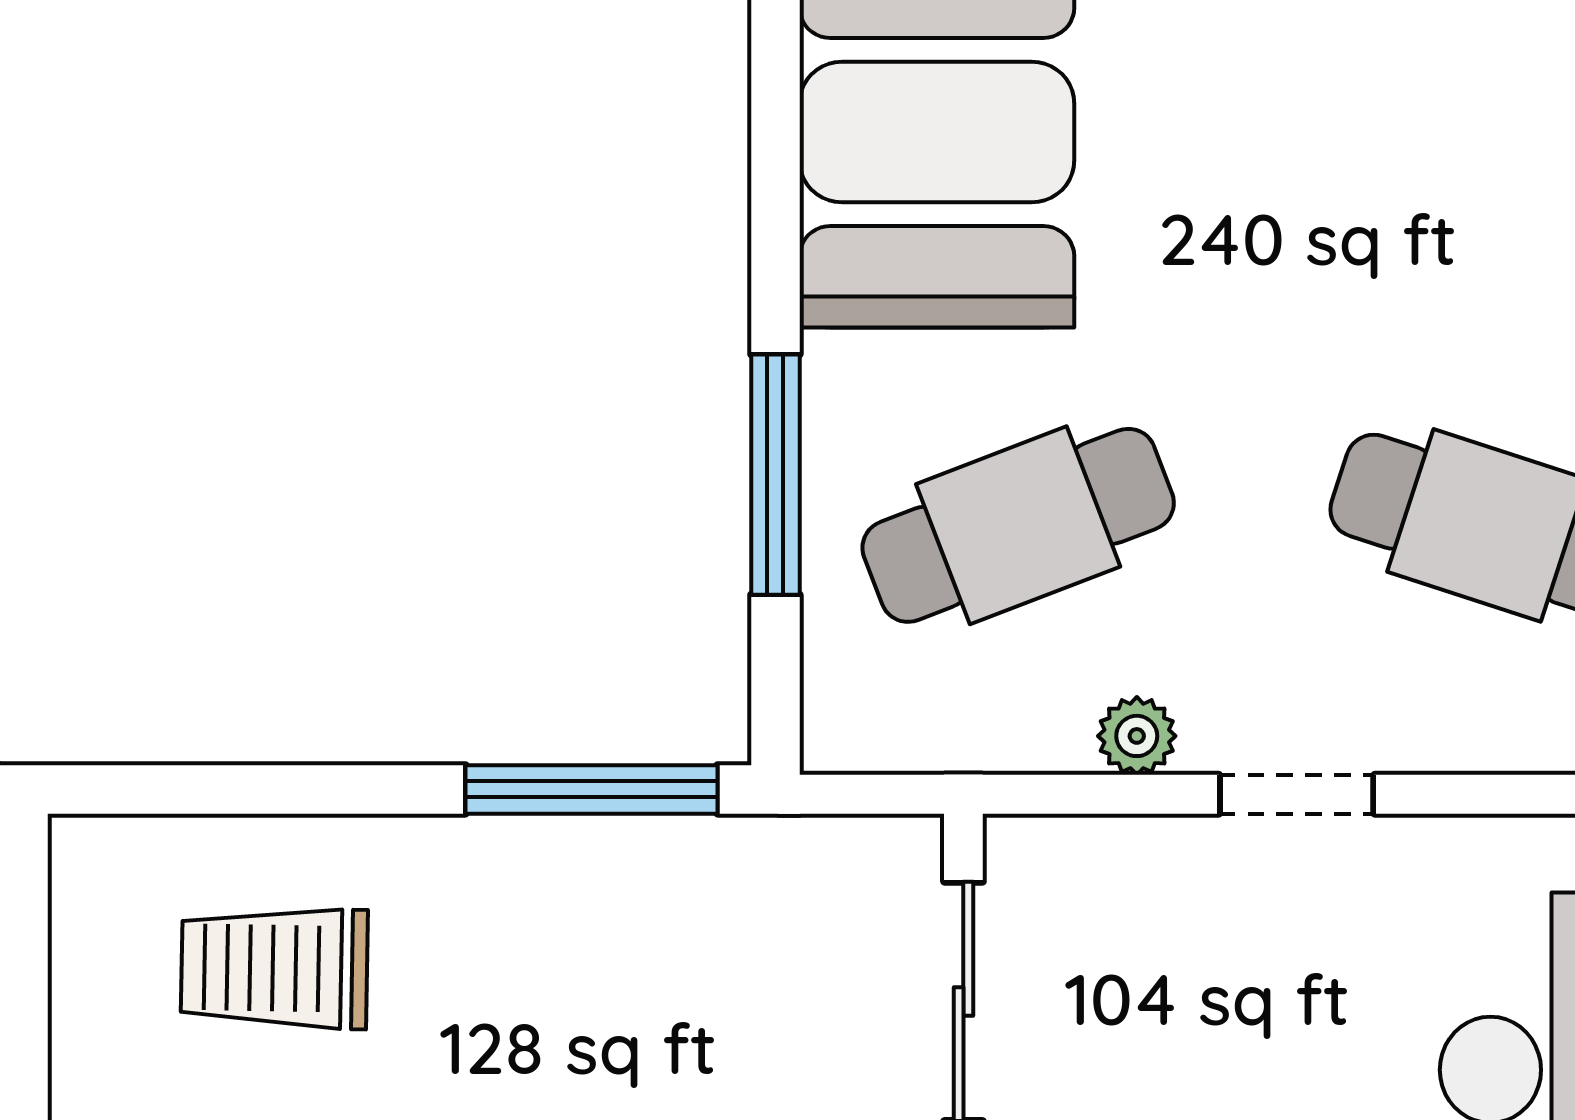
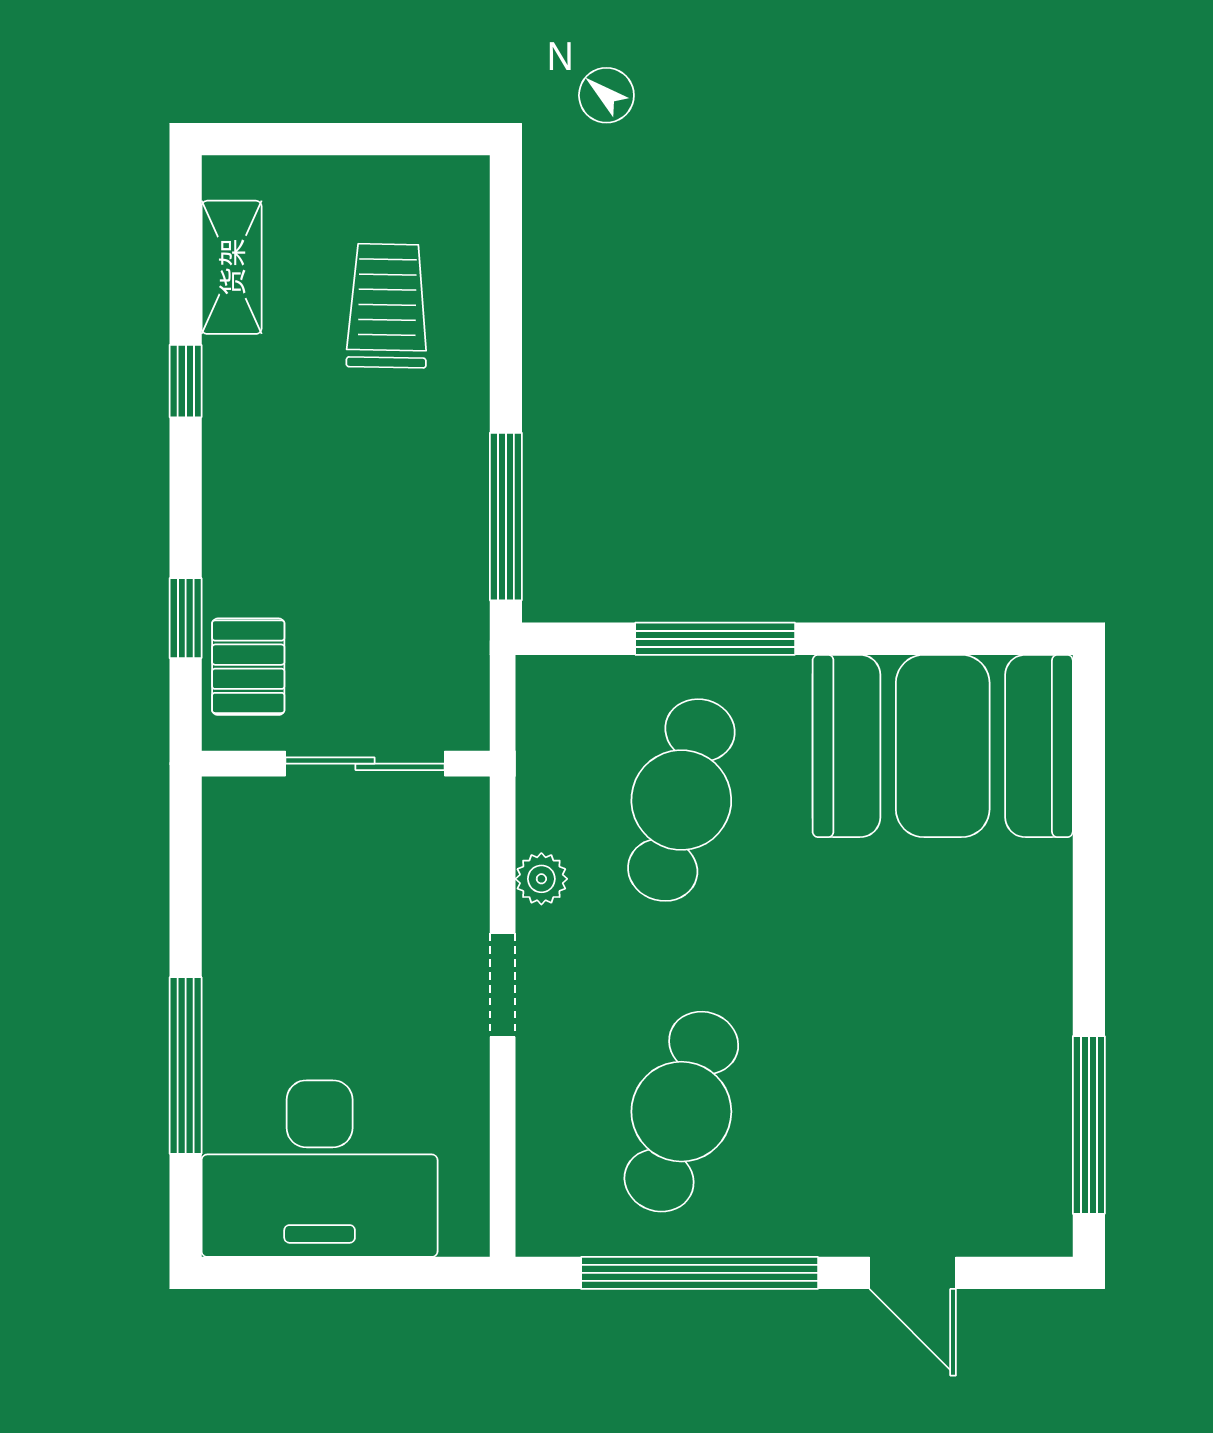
cafe table: (1018, 525) -> (681, 800), turned 36

